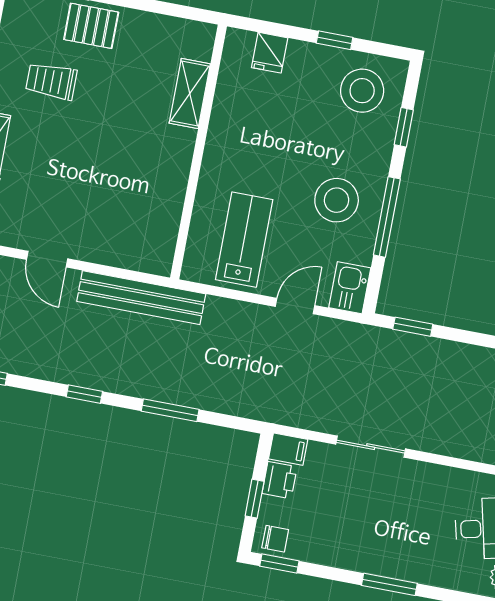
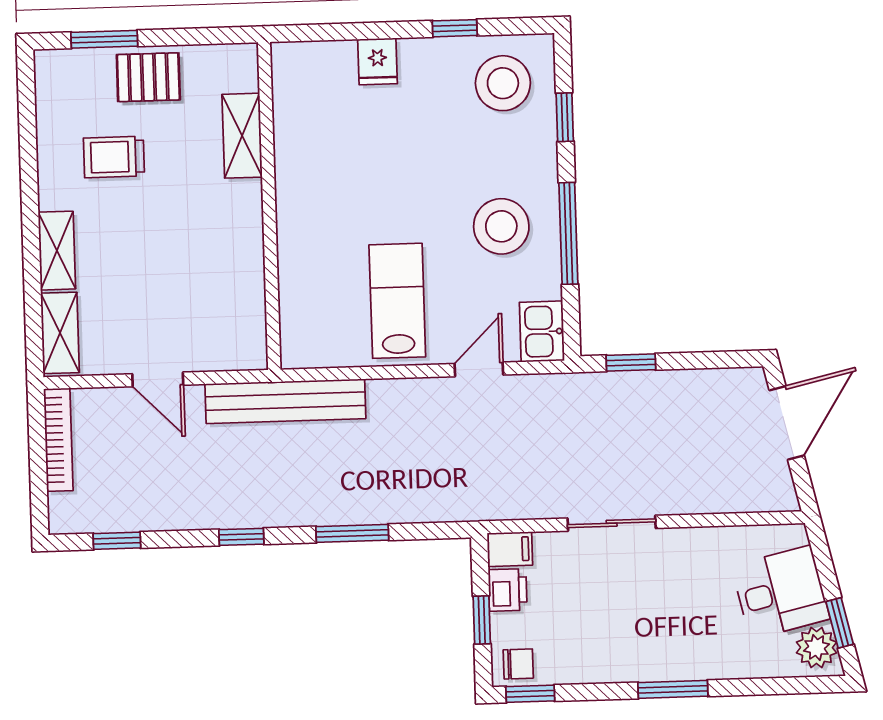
shelving: (190, 94) -> (242, 136), moved
wall: (199, 152) -> (269, 206), moved

